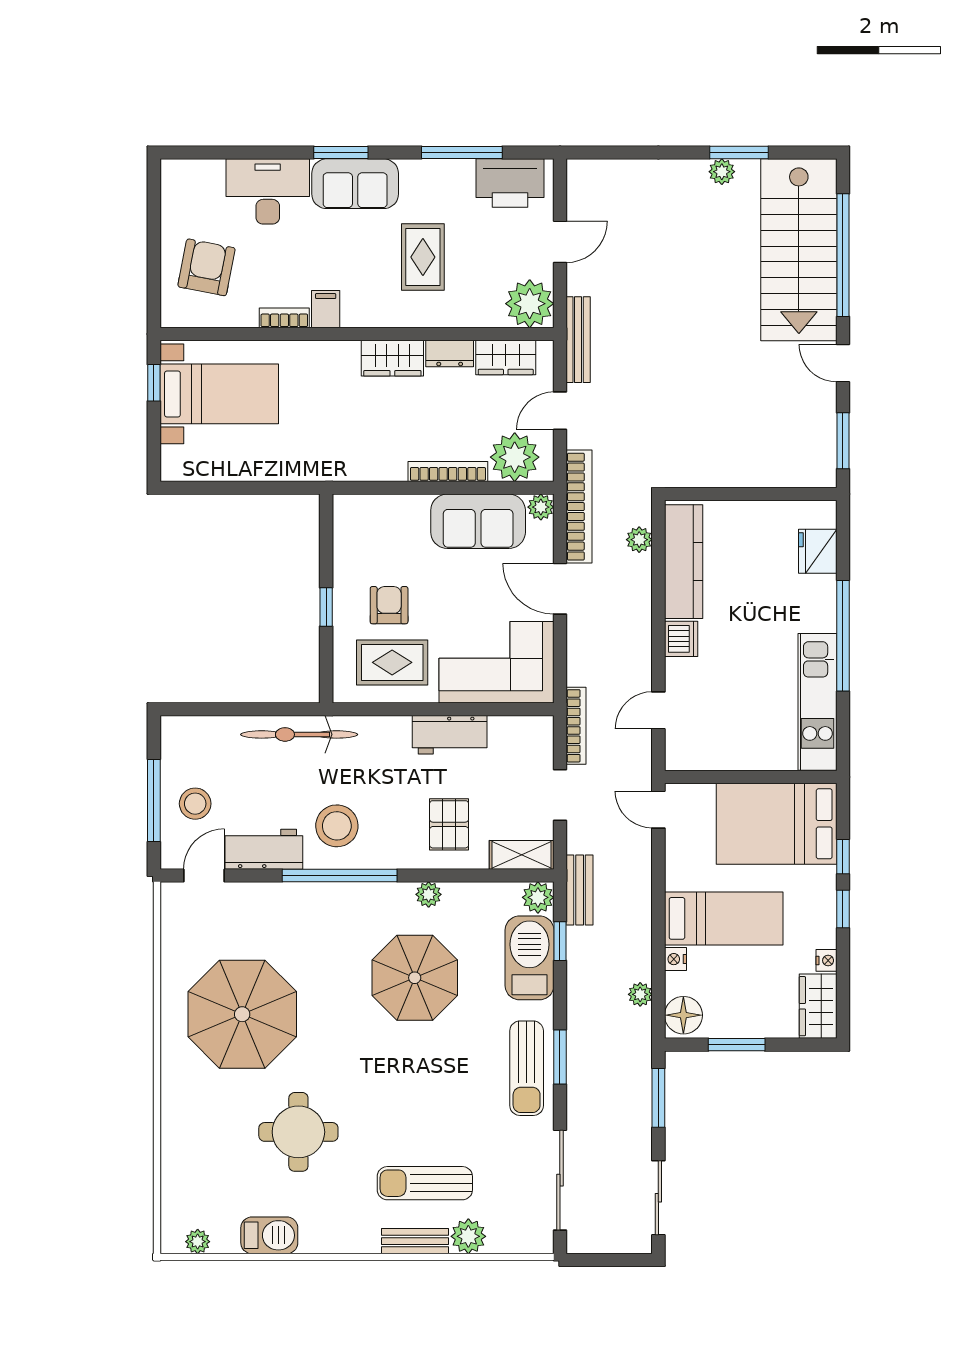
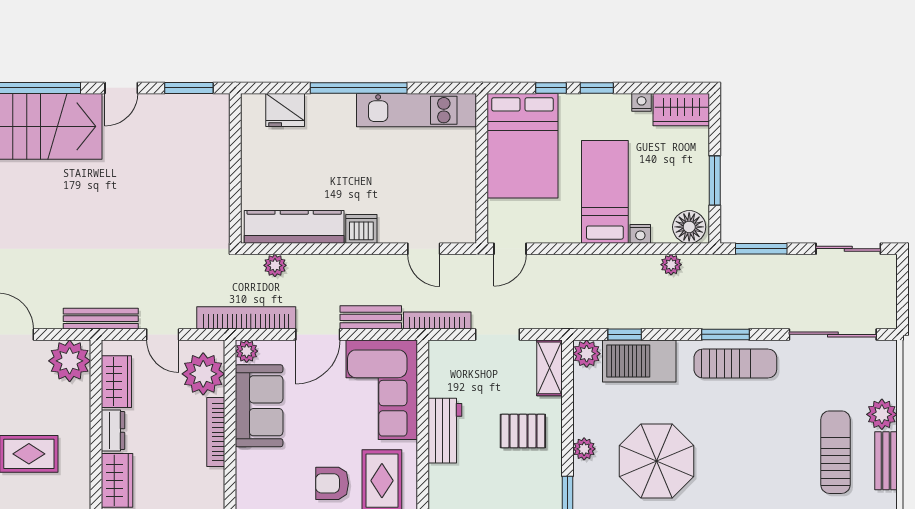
bench: (580, 890) -> (371, 317), moved
sun lounger: (425, 1183) -> (835, 452), turned 180

